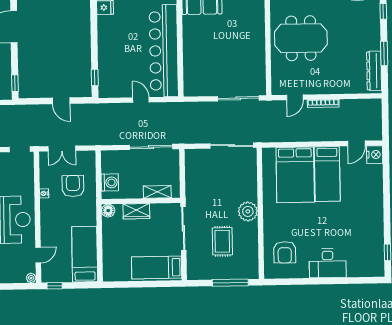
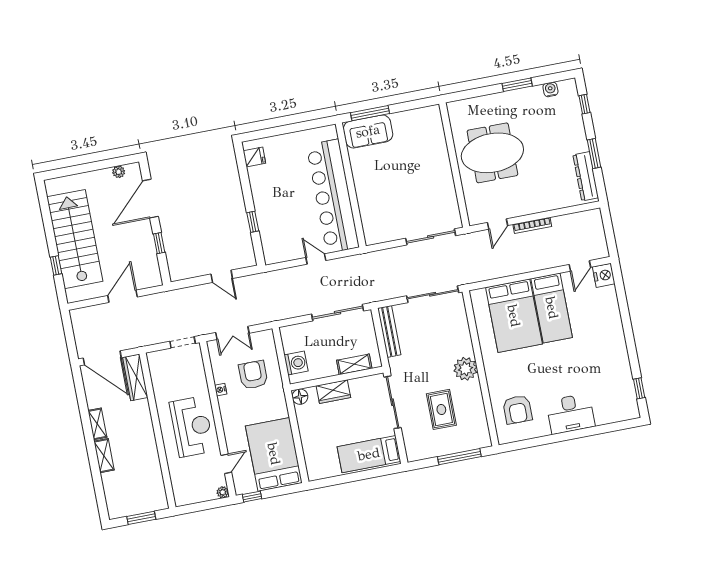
window: (95, 77) -> (253, 222), moved
window: (15, 83) -> (159, 243), moved
bench: (191, 170) -> (389, 331), added
bed: (85, 254) -> (274, 454), width x1.50

